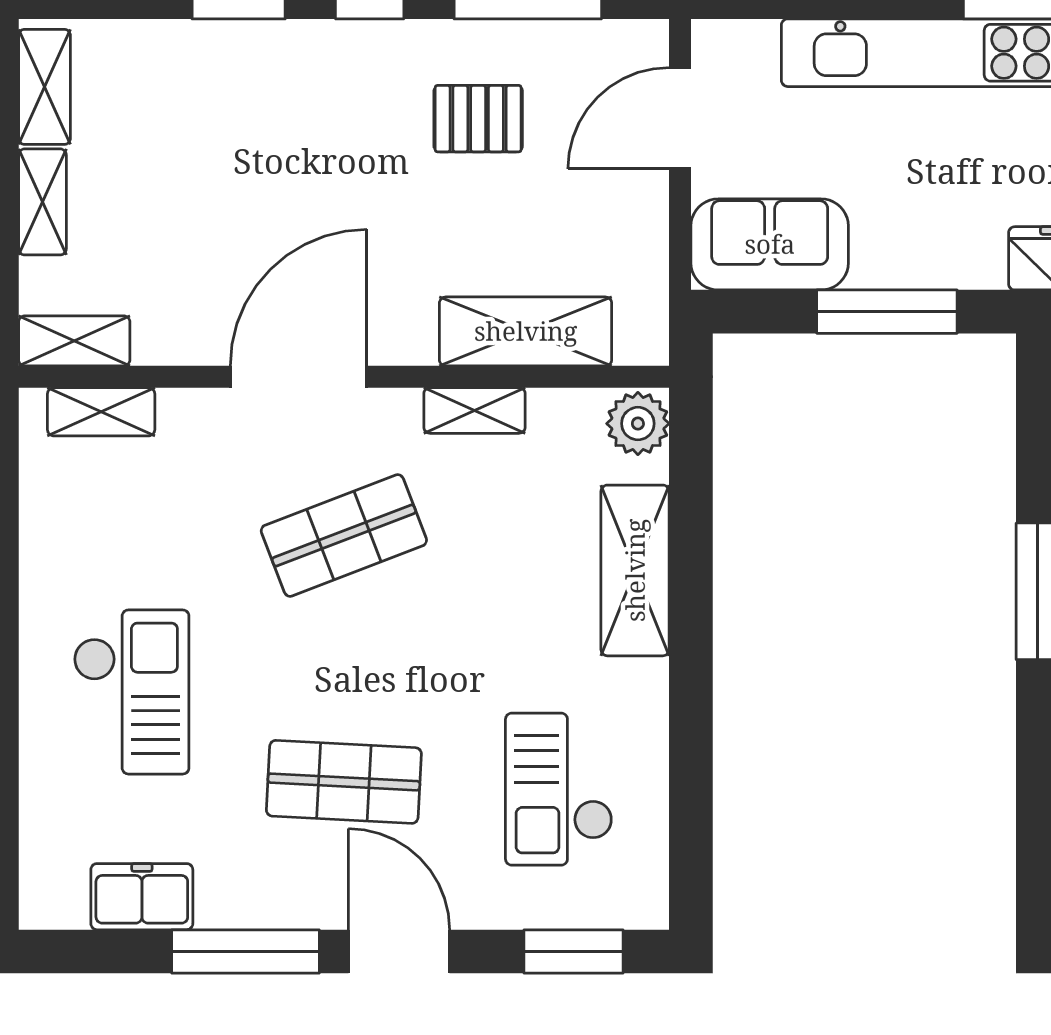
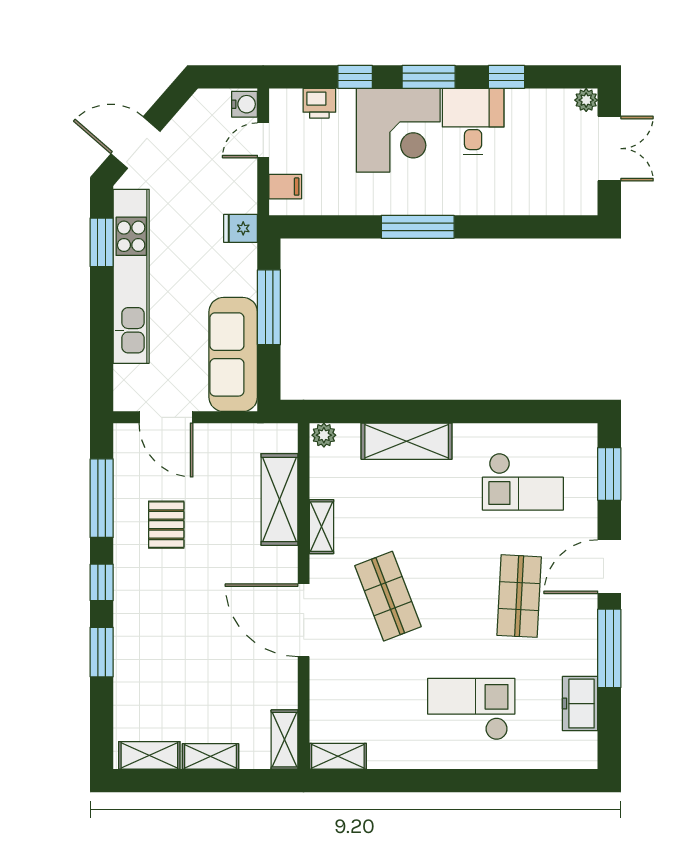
sofa: (770, 244) -> (233, 354), width x1.36
shelving: (101, 412) -> (338, 756), moved, turned 90
plant: (638, 424) -> (324, 435), width x0.73, depth x0.73

